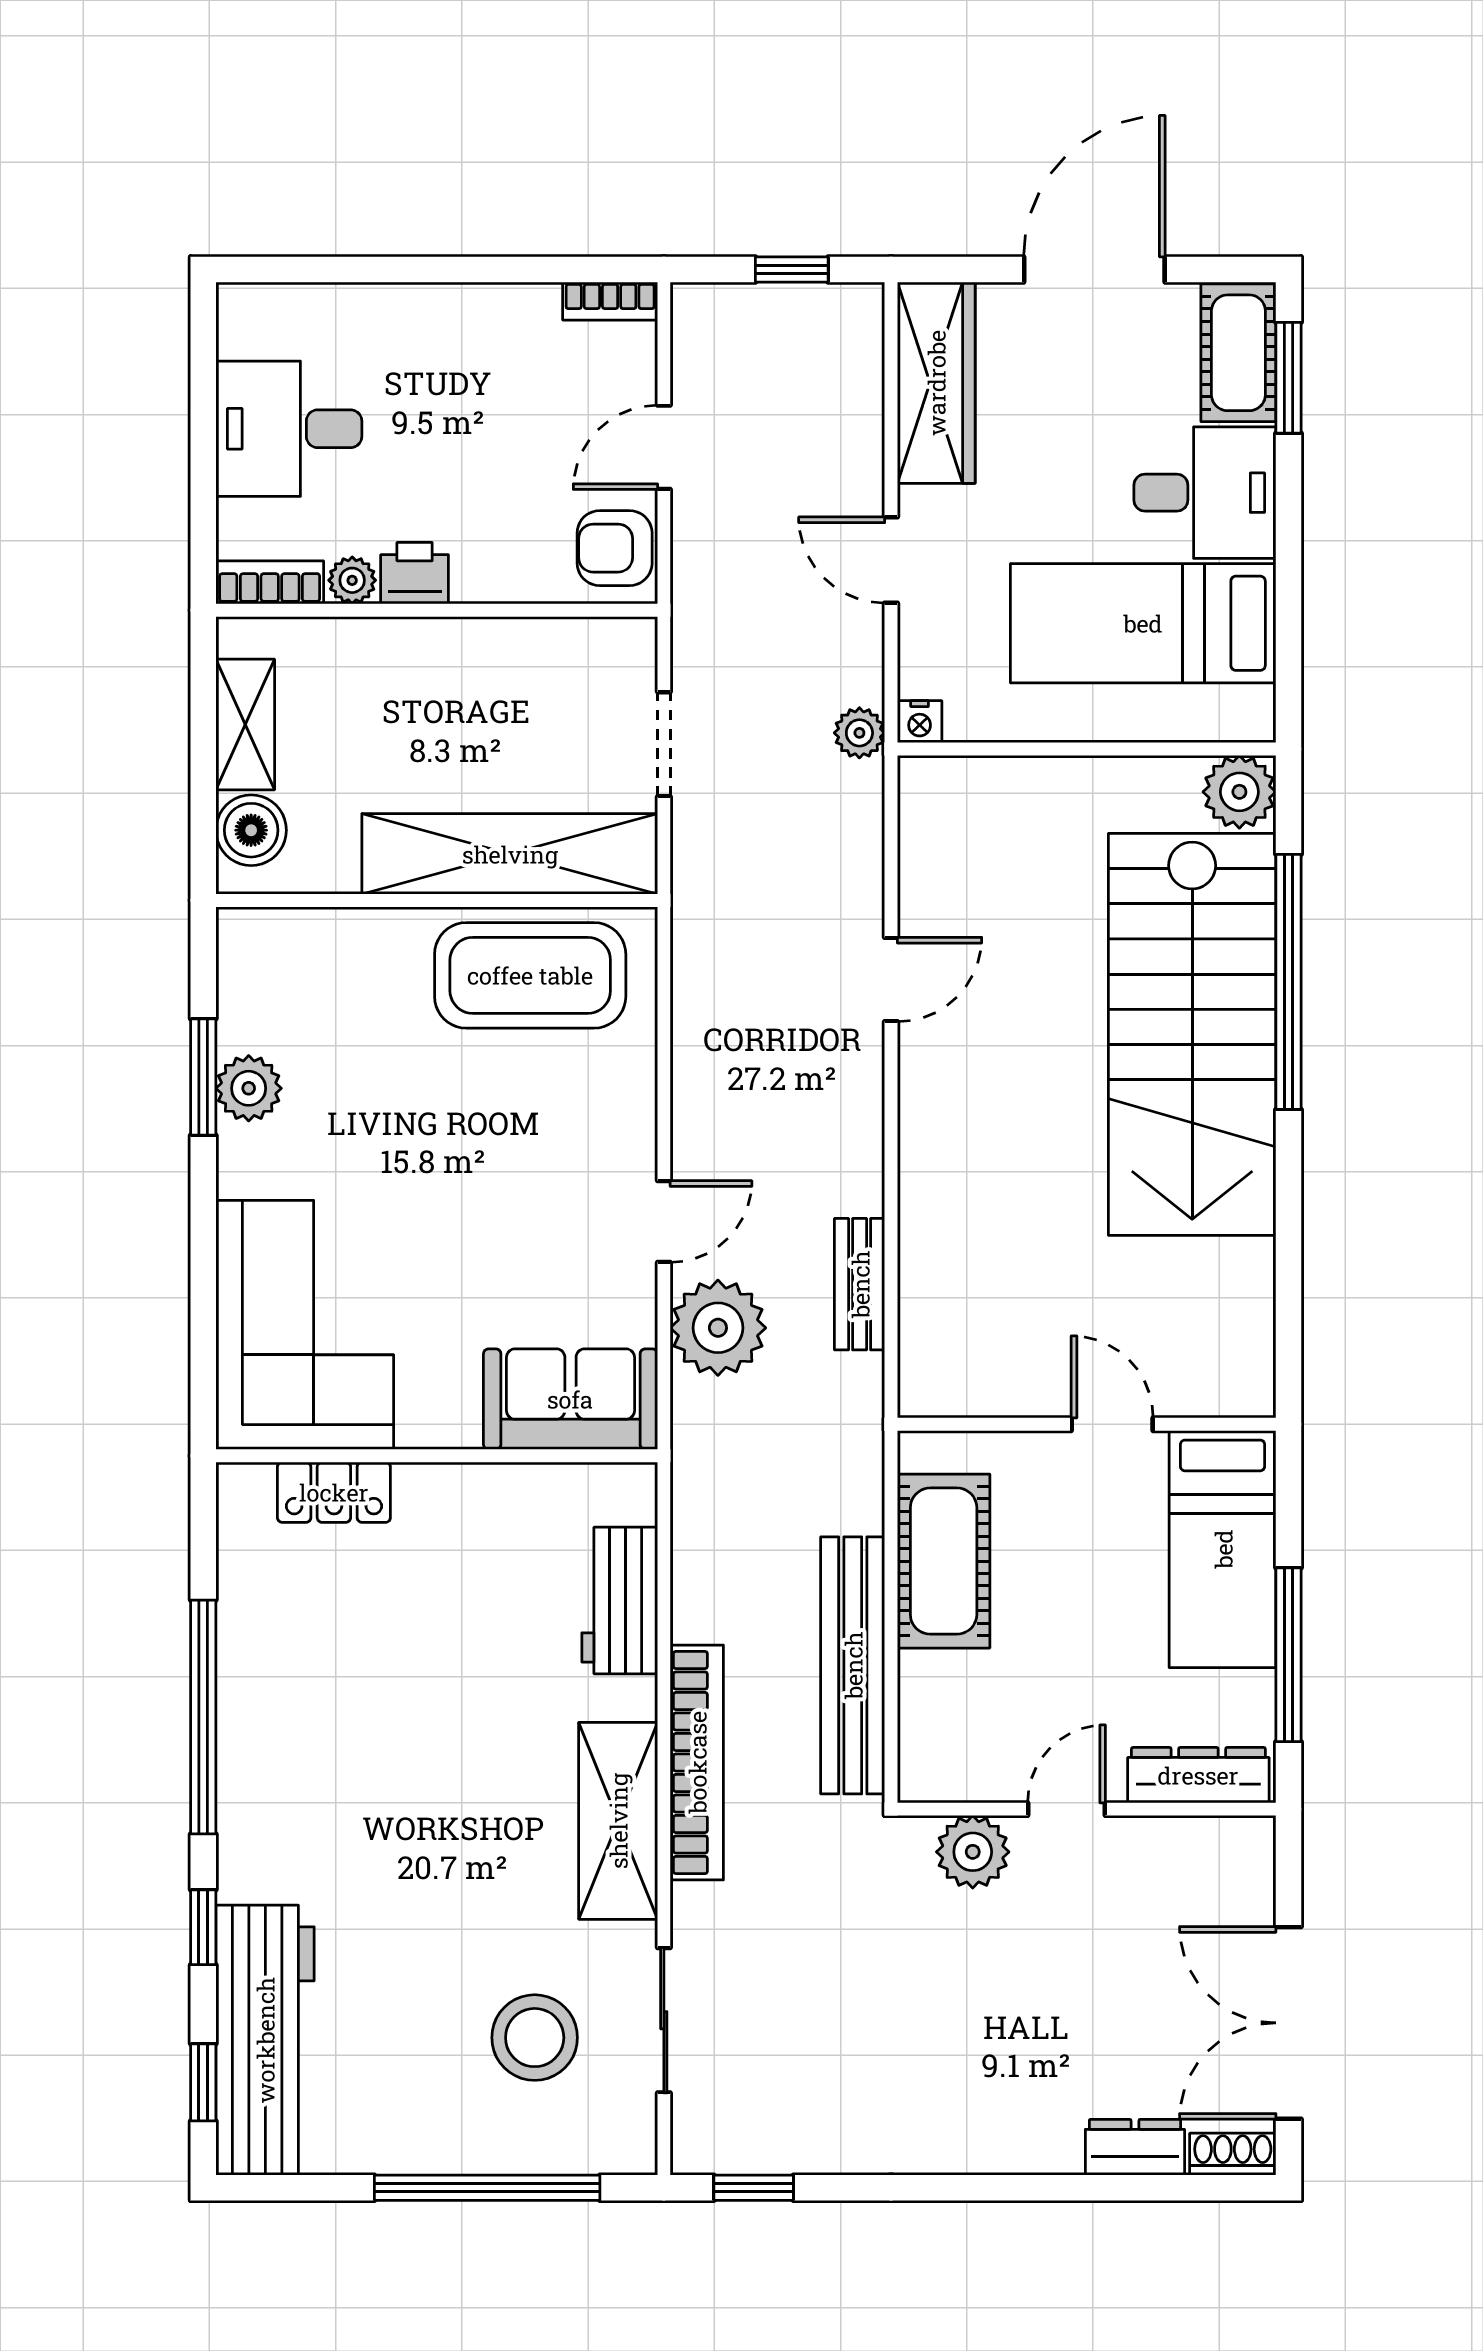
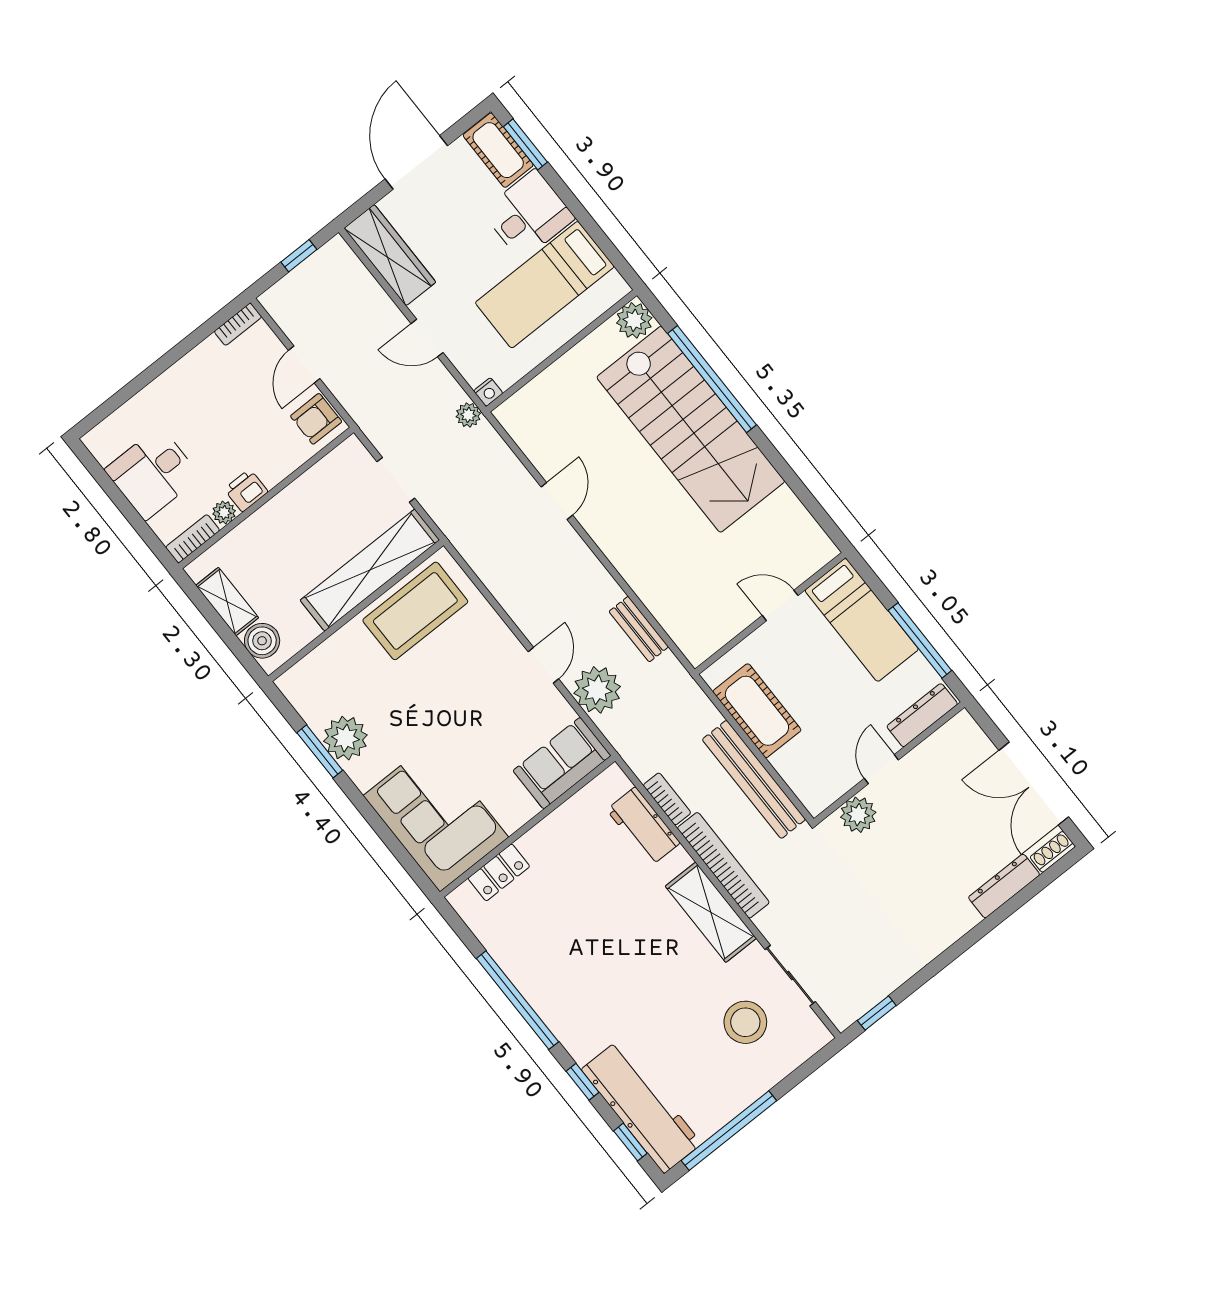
plant: (249, 1088) -> (345, 738), width x1.36, depth x1.36
bookcase: (691, 1587) -> (667, 799), added
dresser: (1135, 2147) -> (1004, 886), width x1.44
window: (487, 2188) -> (729, 1131), moved

